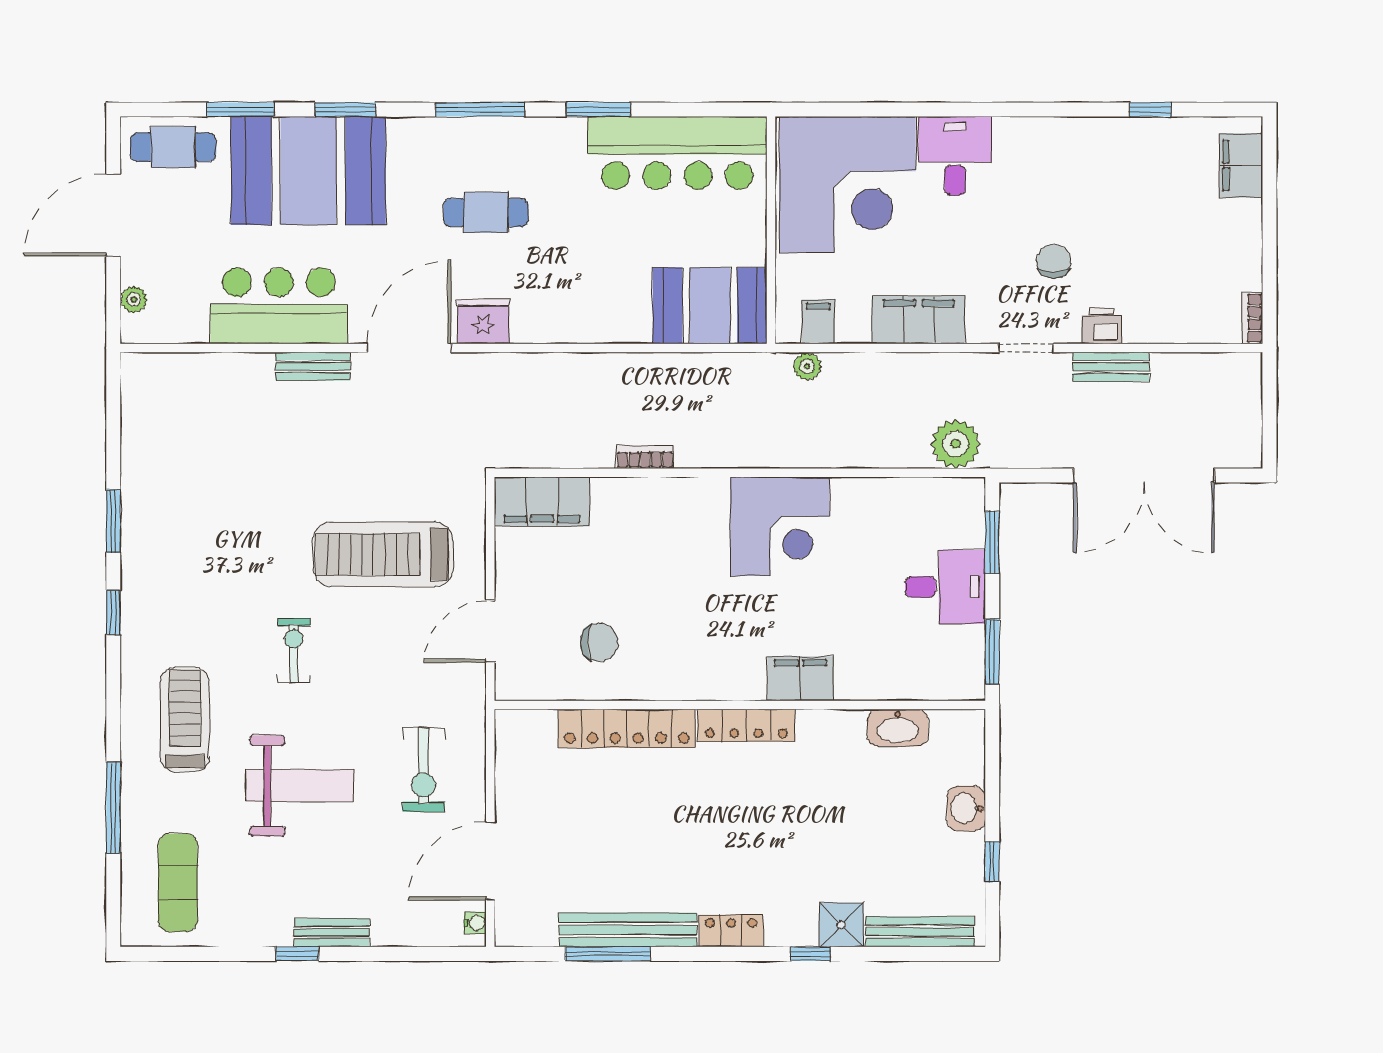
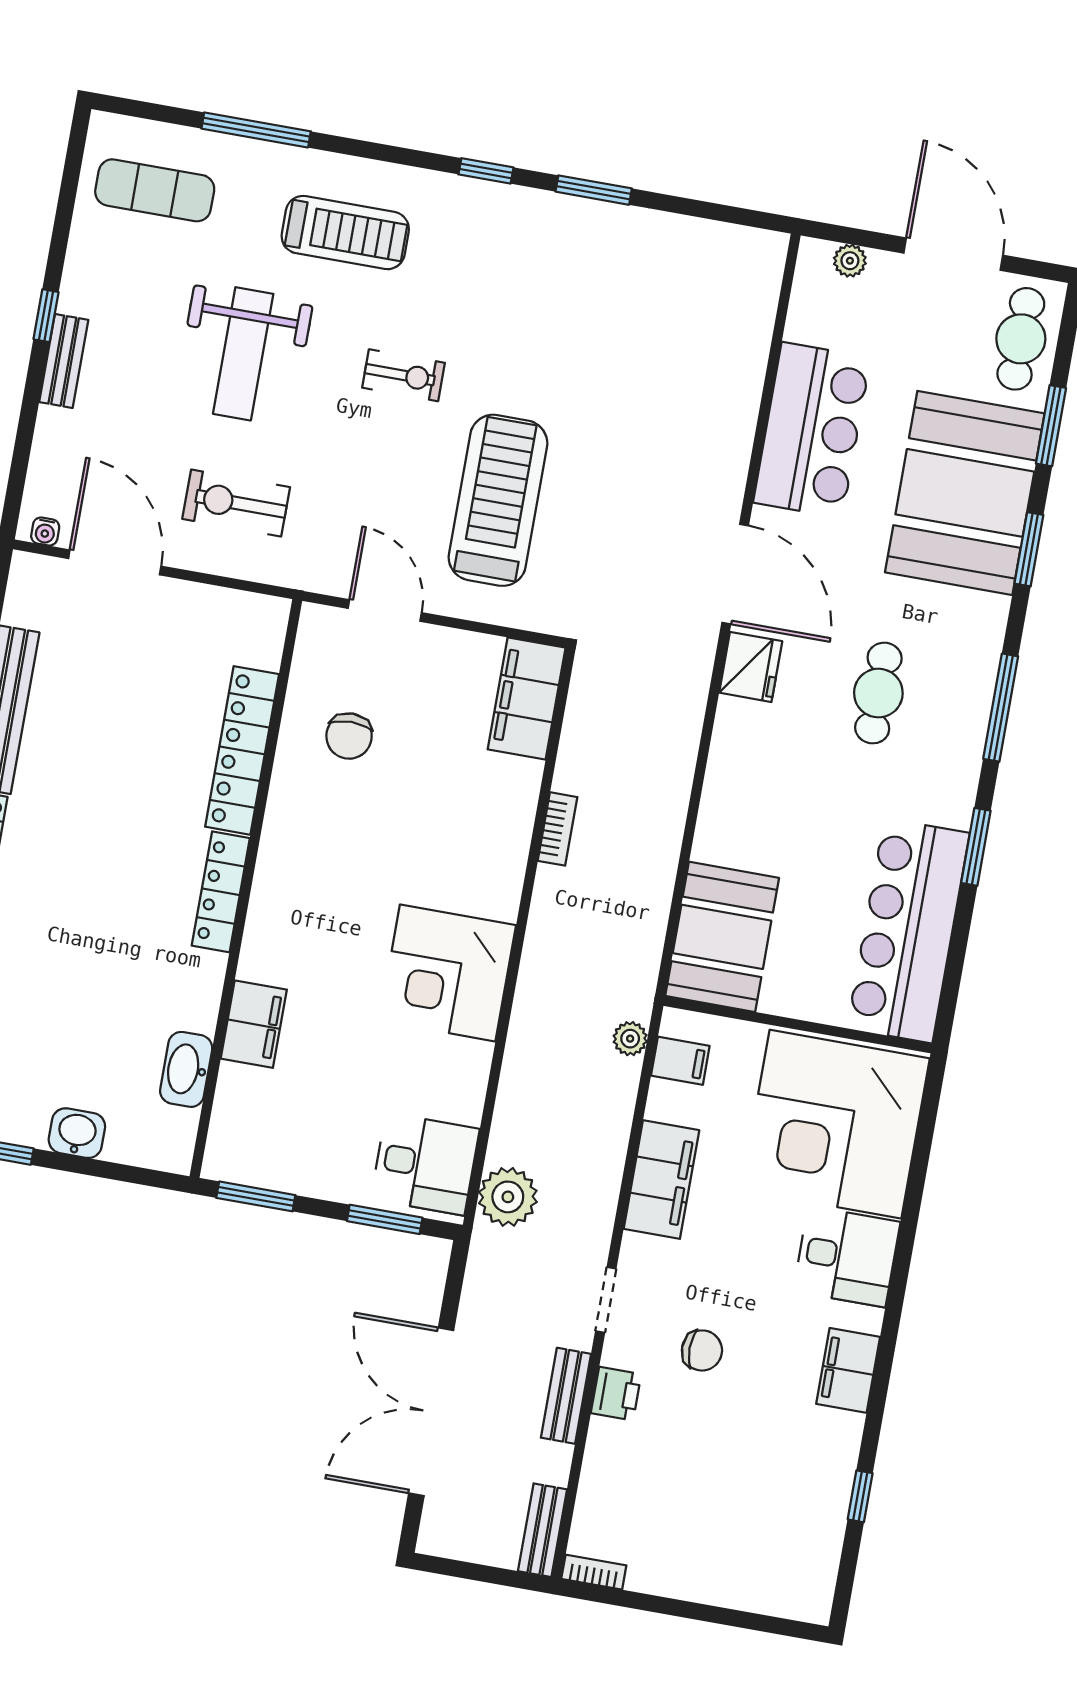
filing cabinet: (1241, 165) -> (848, 1370), moved, turned -90
bench: (313, 366) -> (542, 1530), moved
desk: (945, 587) -> (425, 1164), moved, turned -90
filing cabinet: (801, 679) -> (254, 1024), moved

